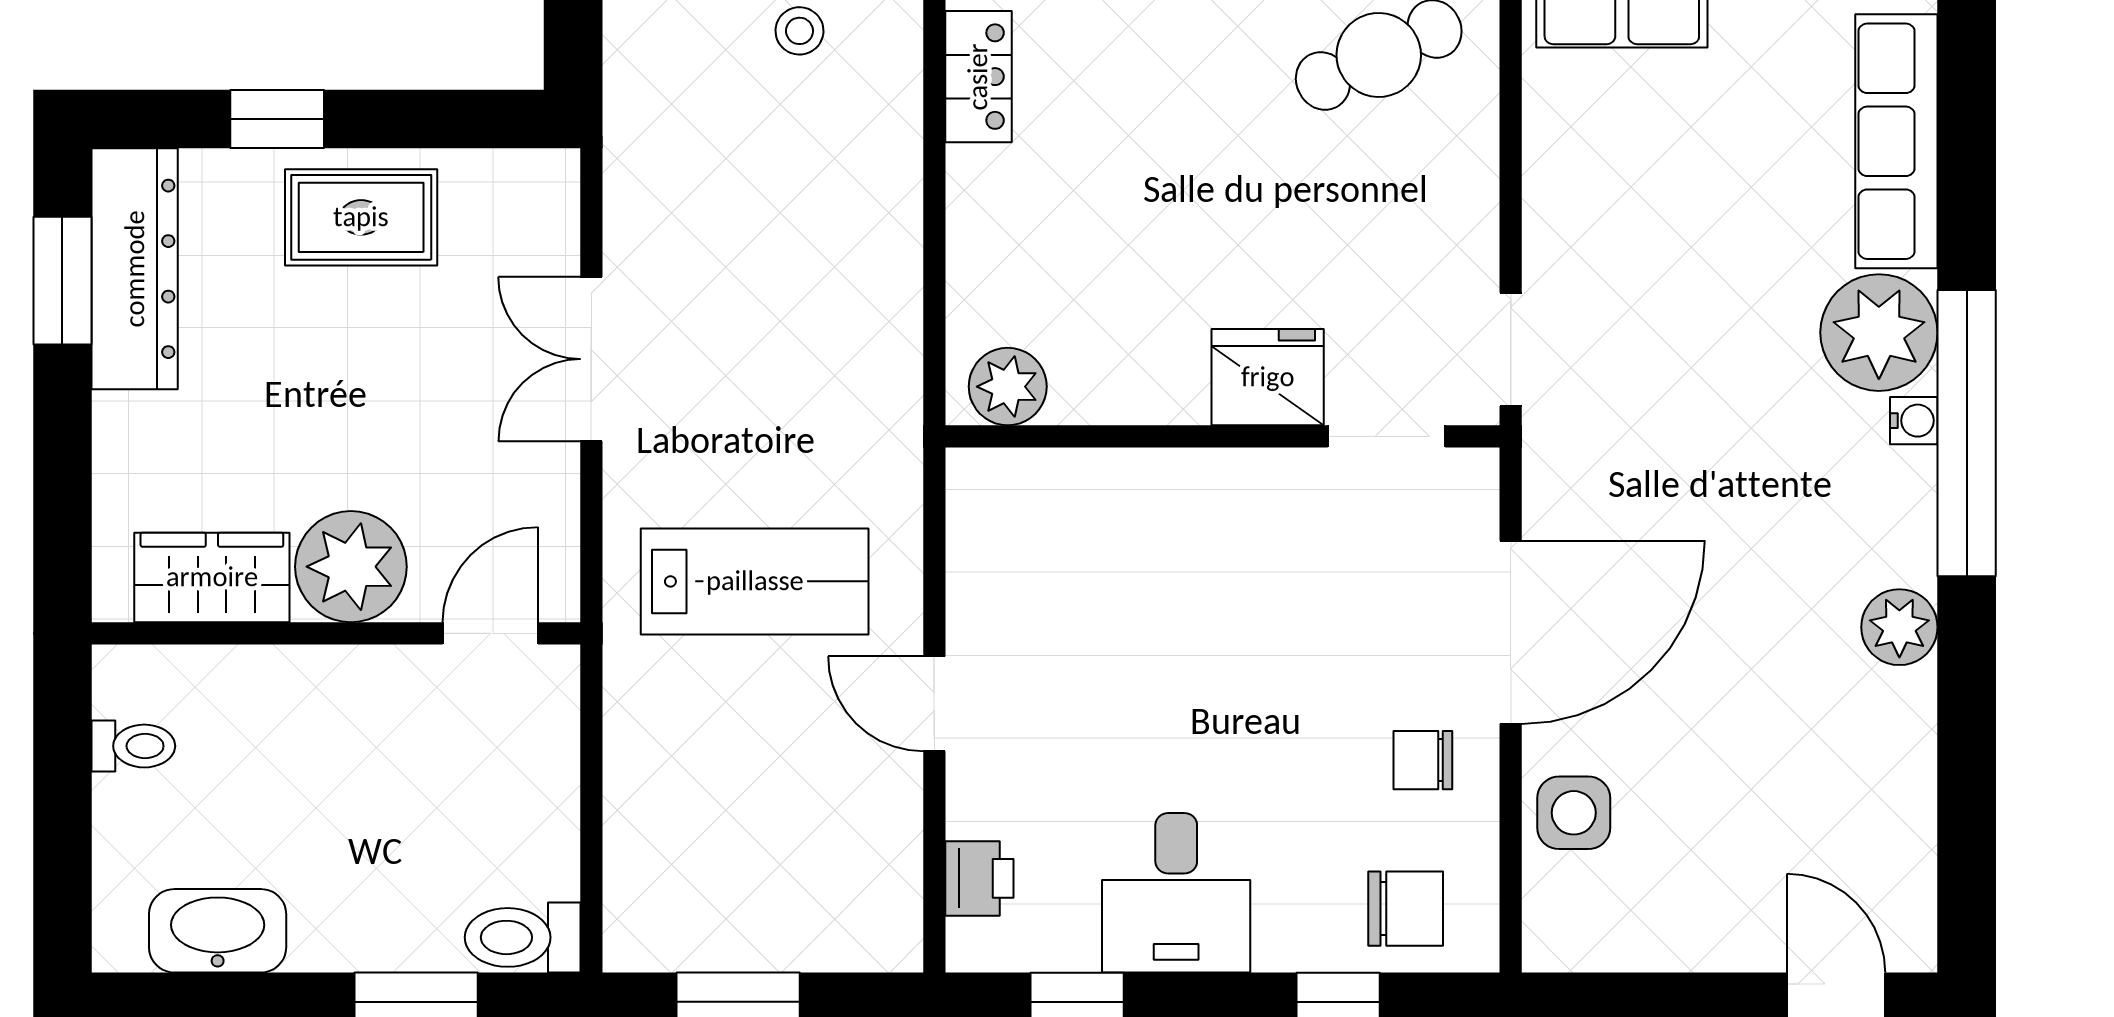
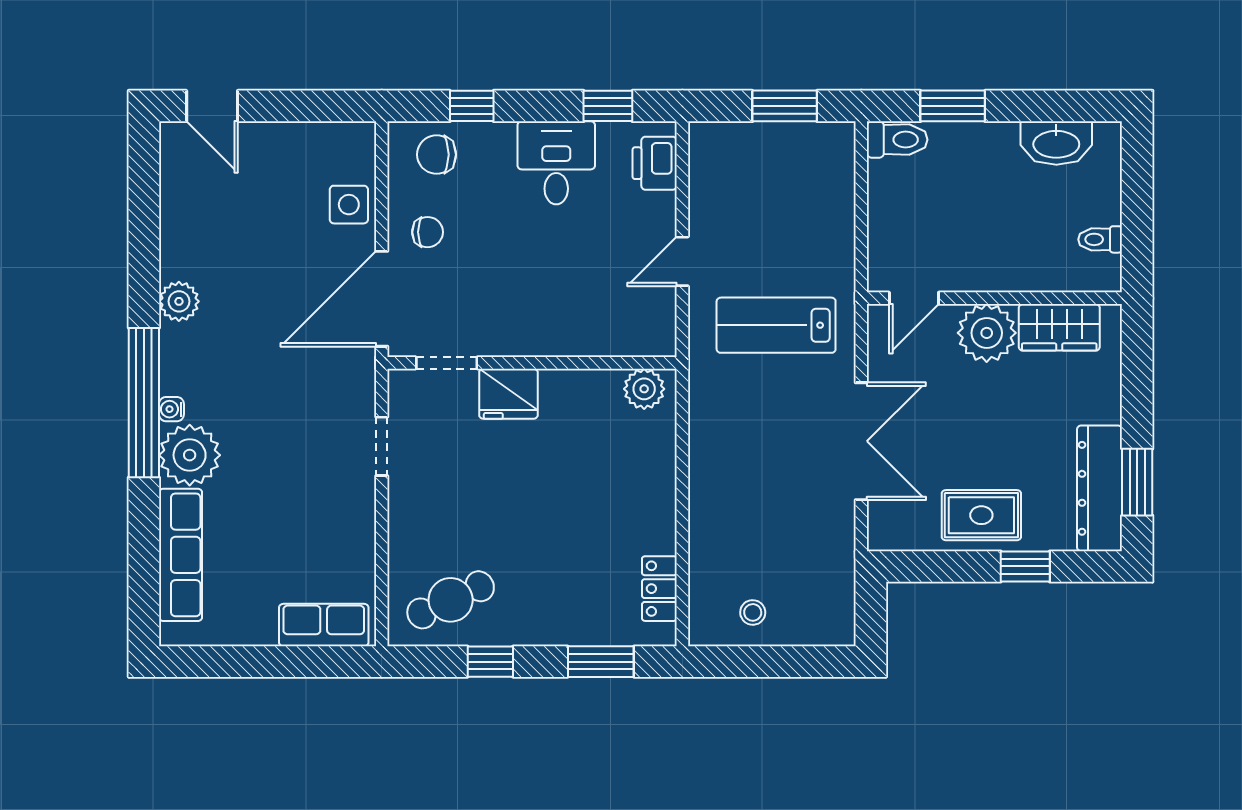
double door: (591, 359) -> (861, 441), width x1.37
fridge: (1268, 377) -> (508, 394), moved
plant: (1008, 387) -> (644, 389), moved
wall: (1222, 436) -> (532, 363), moved
doorway: (1386, 436) -> (447, 363), moved
door: (934, 704) -> (682, 261), swing flipped
printer: (979, 878) -> (655, 163), width x1.36, depth x1.24

